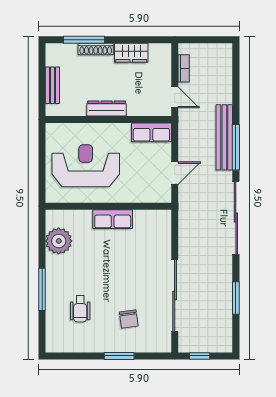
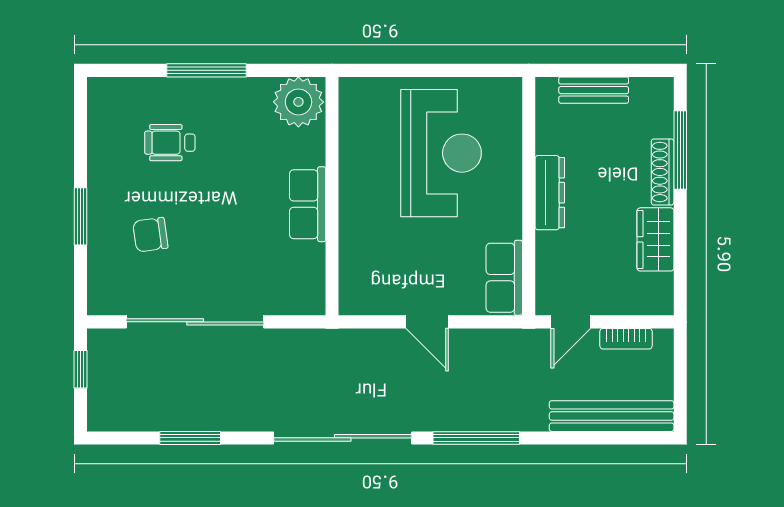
bench: (224, 137) -> (612, 416), moved
wall: (108, 206) -> (332, 196), moved
row of seats: (113, 219) -> (308, 204), moved

